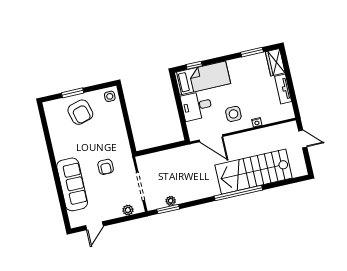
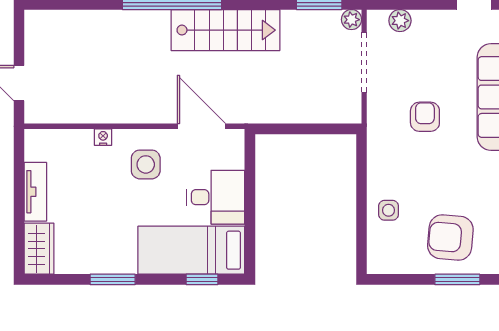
window: (252, 52) -> (113, 279), moved
side table: (110, 96) -> (389, 210), moved
armchair: (80, 112) -> (450, 238), turned -70
stairs: (254, 172) -> (225, 30), moved, width x0.73, depth x0.66
plant: (171, 201) -> (351, 20), moved

